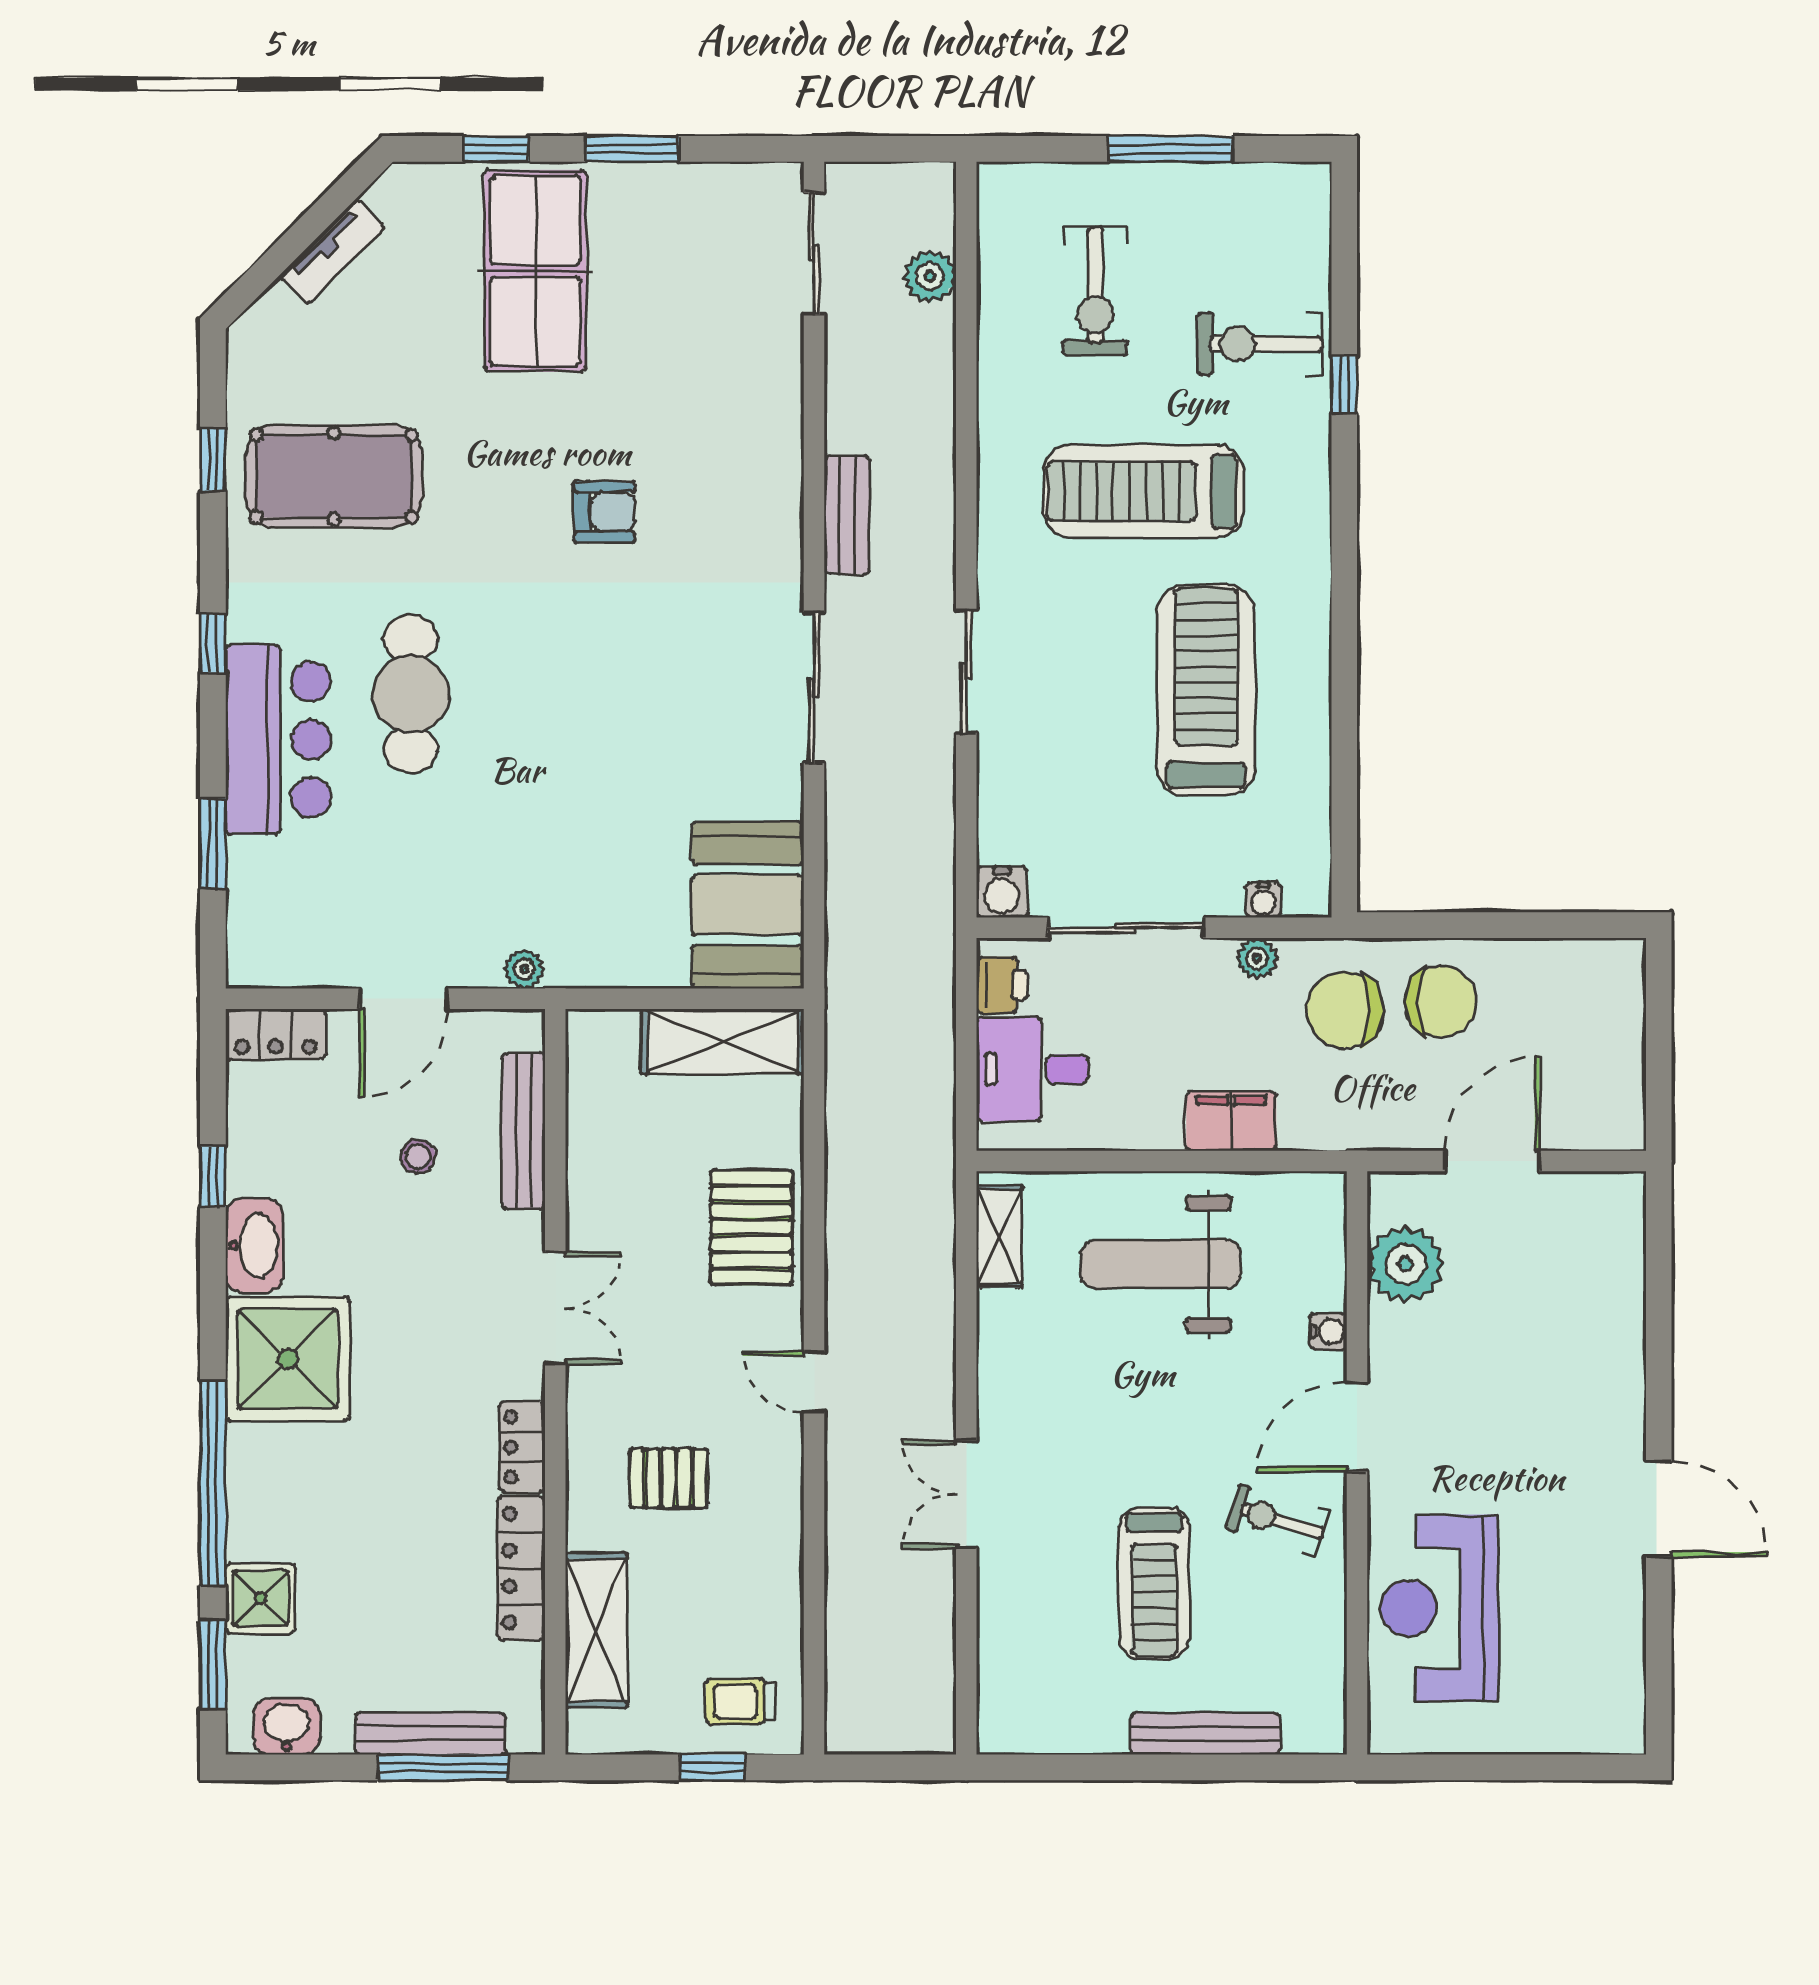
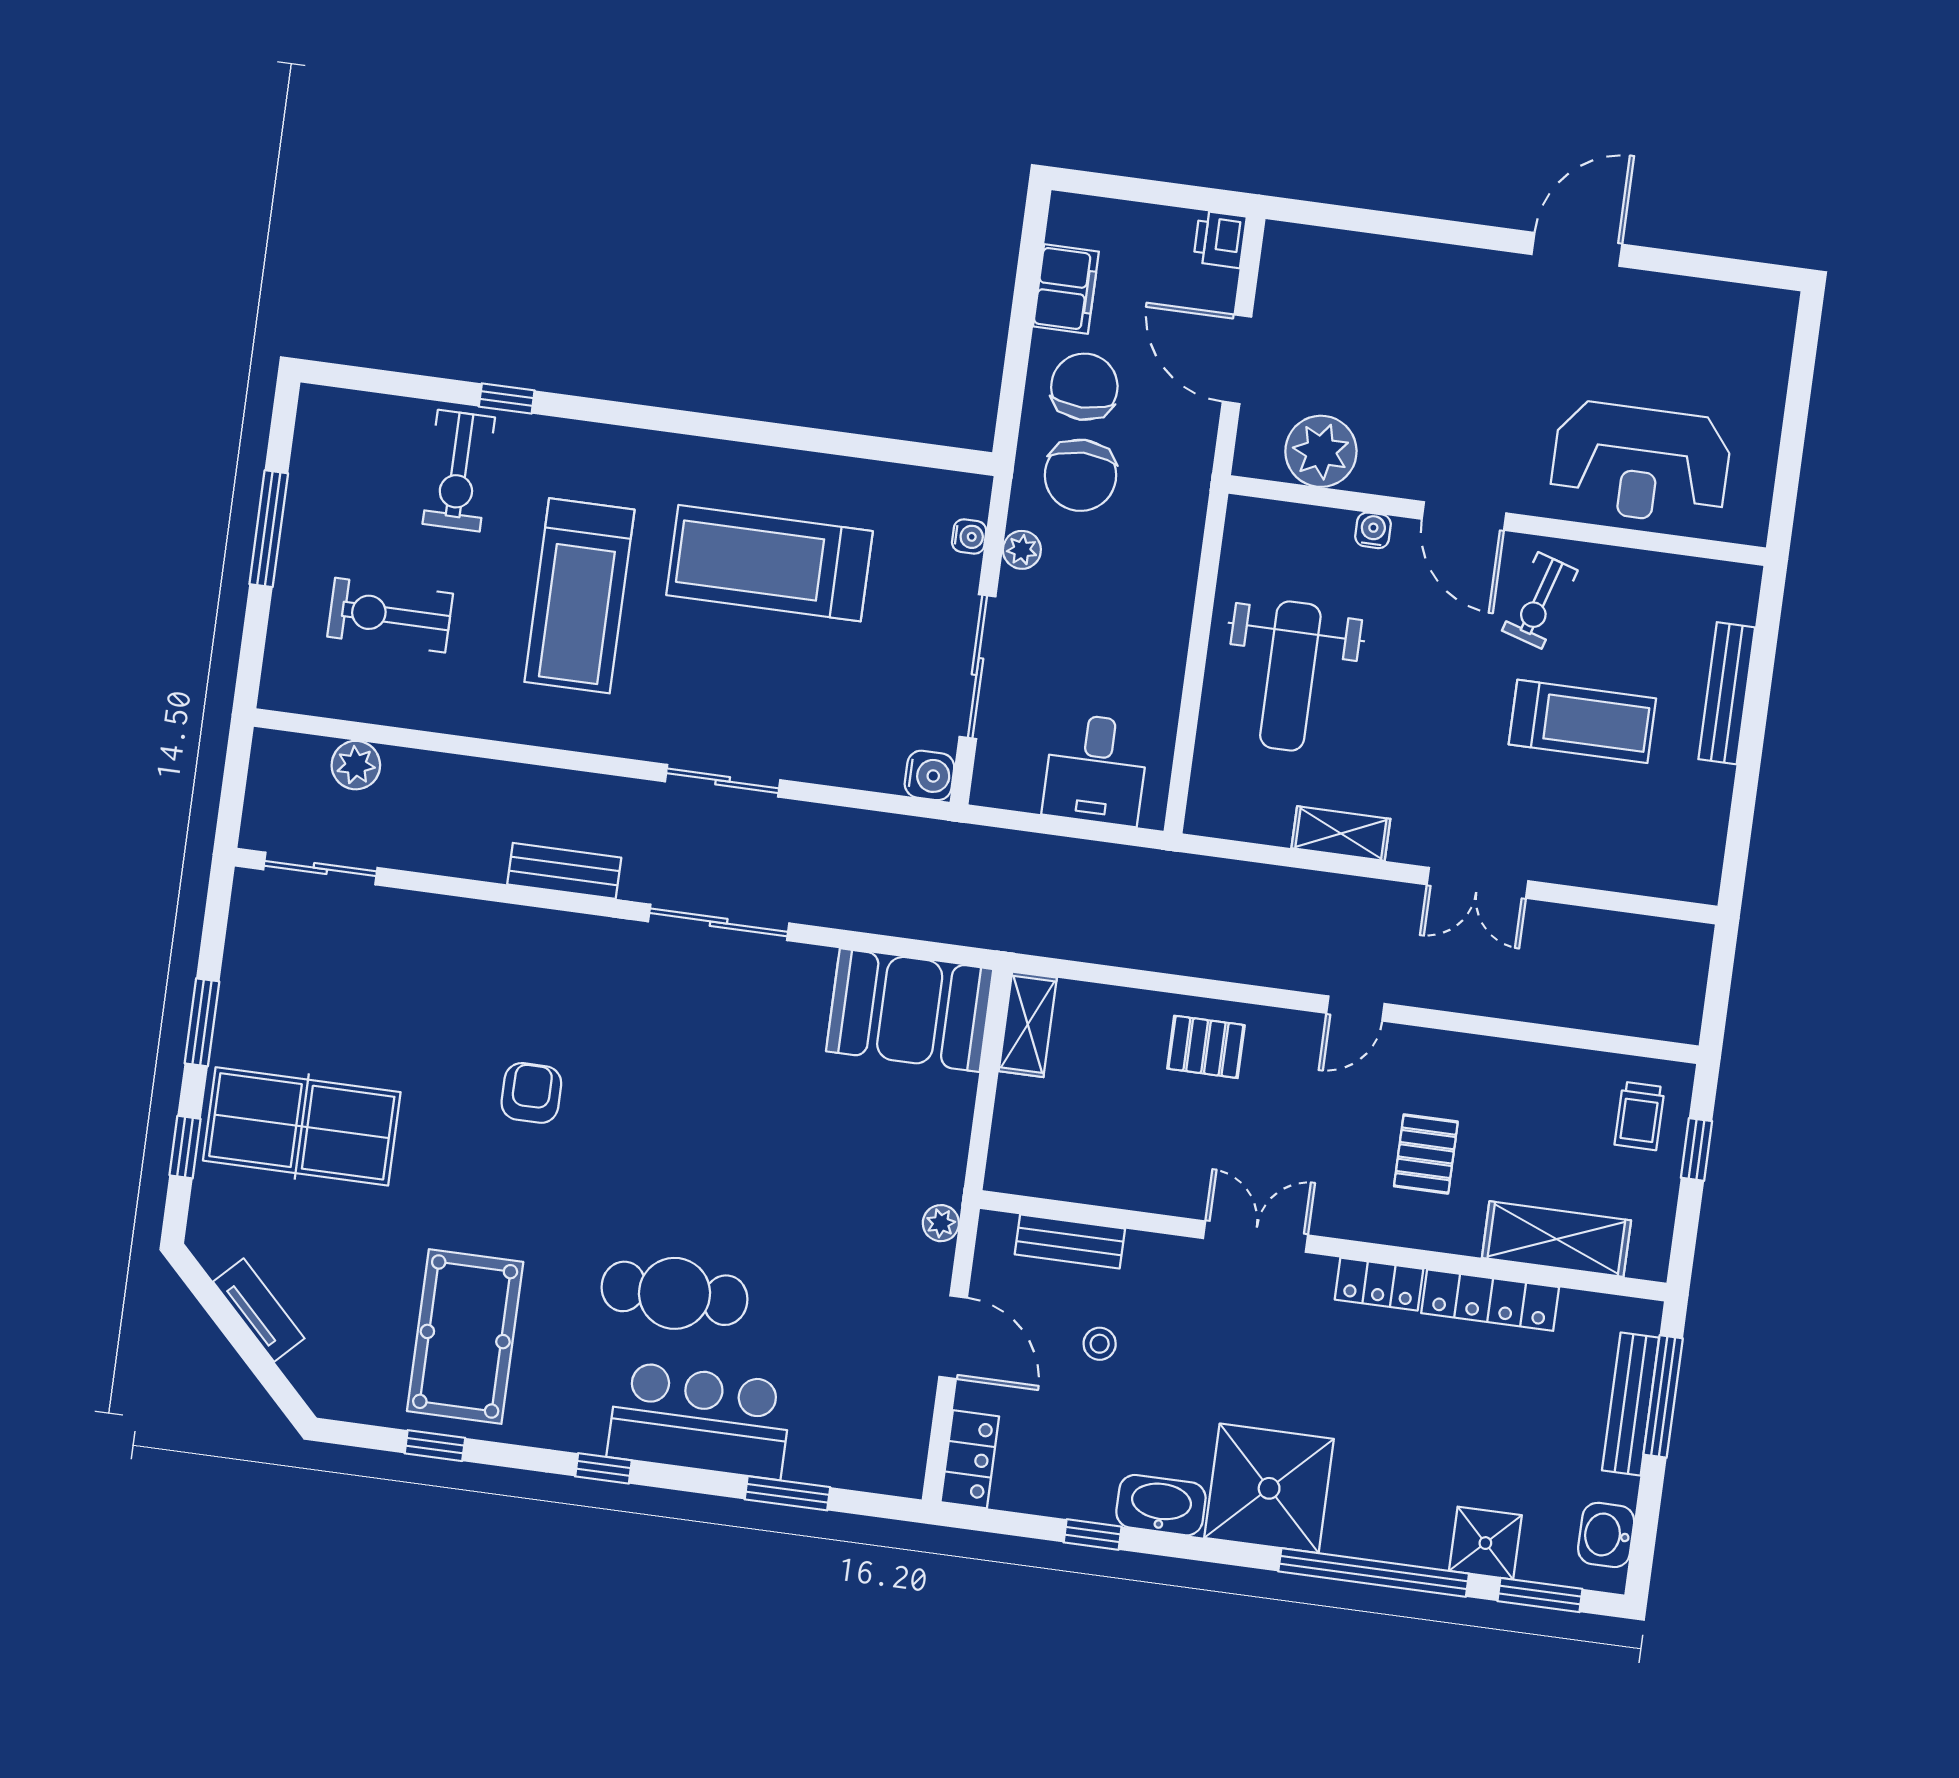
exercise bike: (1095, 291) -> (390, 615), turned 180
printer: (1002, 985) -> (1220, 239), moved, turned -90
shelving: (722, 1041) -> (1028, 1024), width x0.67, depth x0.75
filing cabinet: (1231, 1121) -> (1066, 289), moved, turned 180
bench: (523, 1131) -> (1070, 1241), width x0.73
pallet: (751, 1227) -> (1206, 1047), width x0.67, depth x0.71
shelving: (999, 1236) -> (1341, 833), moved

